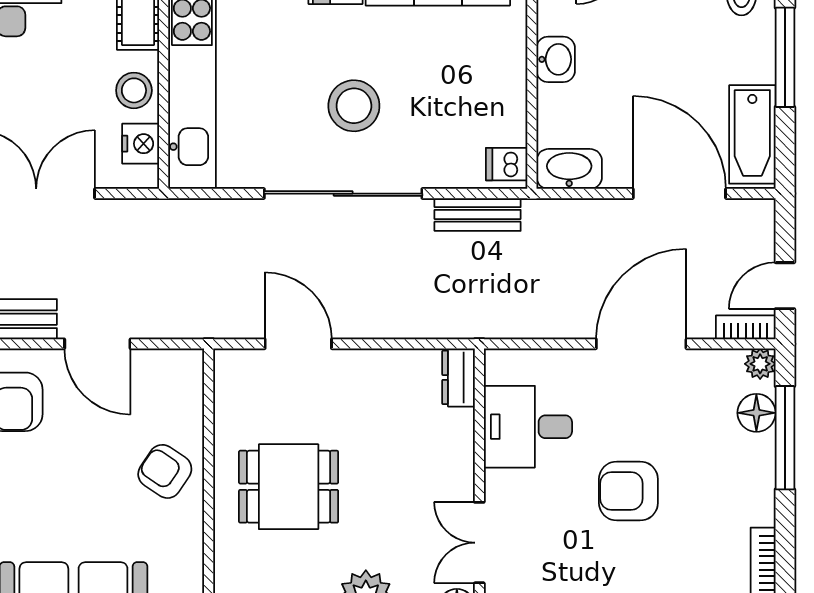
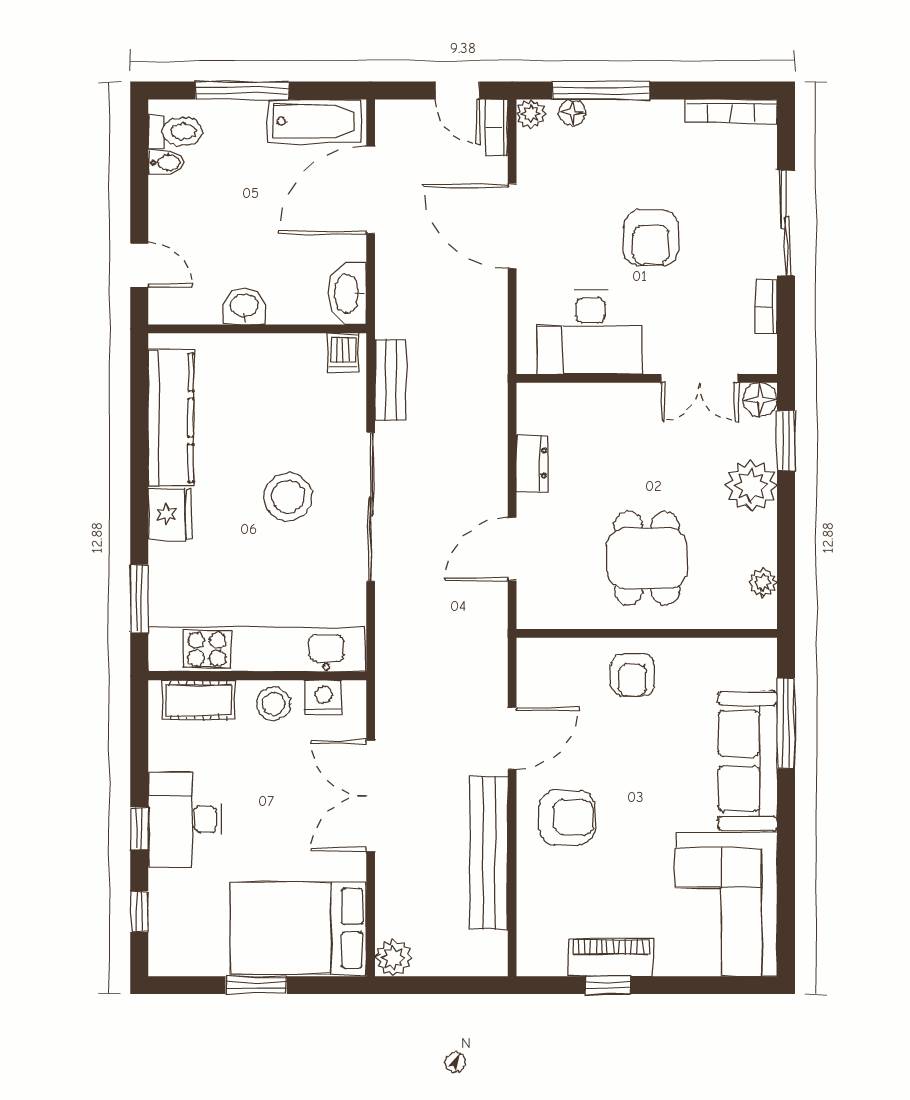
dresser: (458, 377) -> (532, 463), moved, turned -90
floor lamp: (756, 413) -> (572, 113), width x0.73, depth x0.73
desk: (528, 427) -> (590, 333), width x1.37
armchair: (165, 471) -> (632, 675), turned -34

